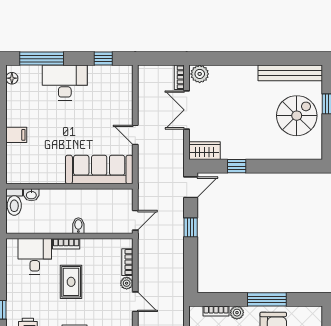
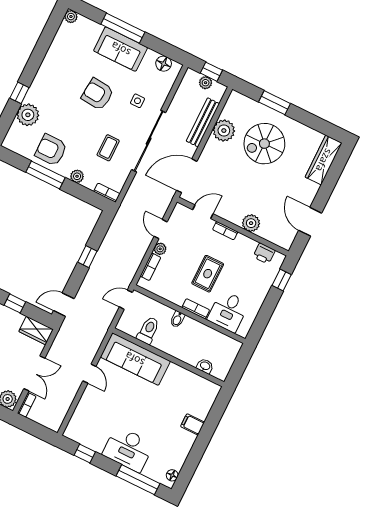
toilet: (14, 202) -> (148, 330), moved
window: (191, 227) -> (87, 257), moved
bookcase: (216, 311) -> (107, 193), moved

